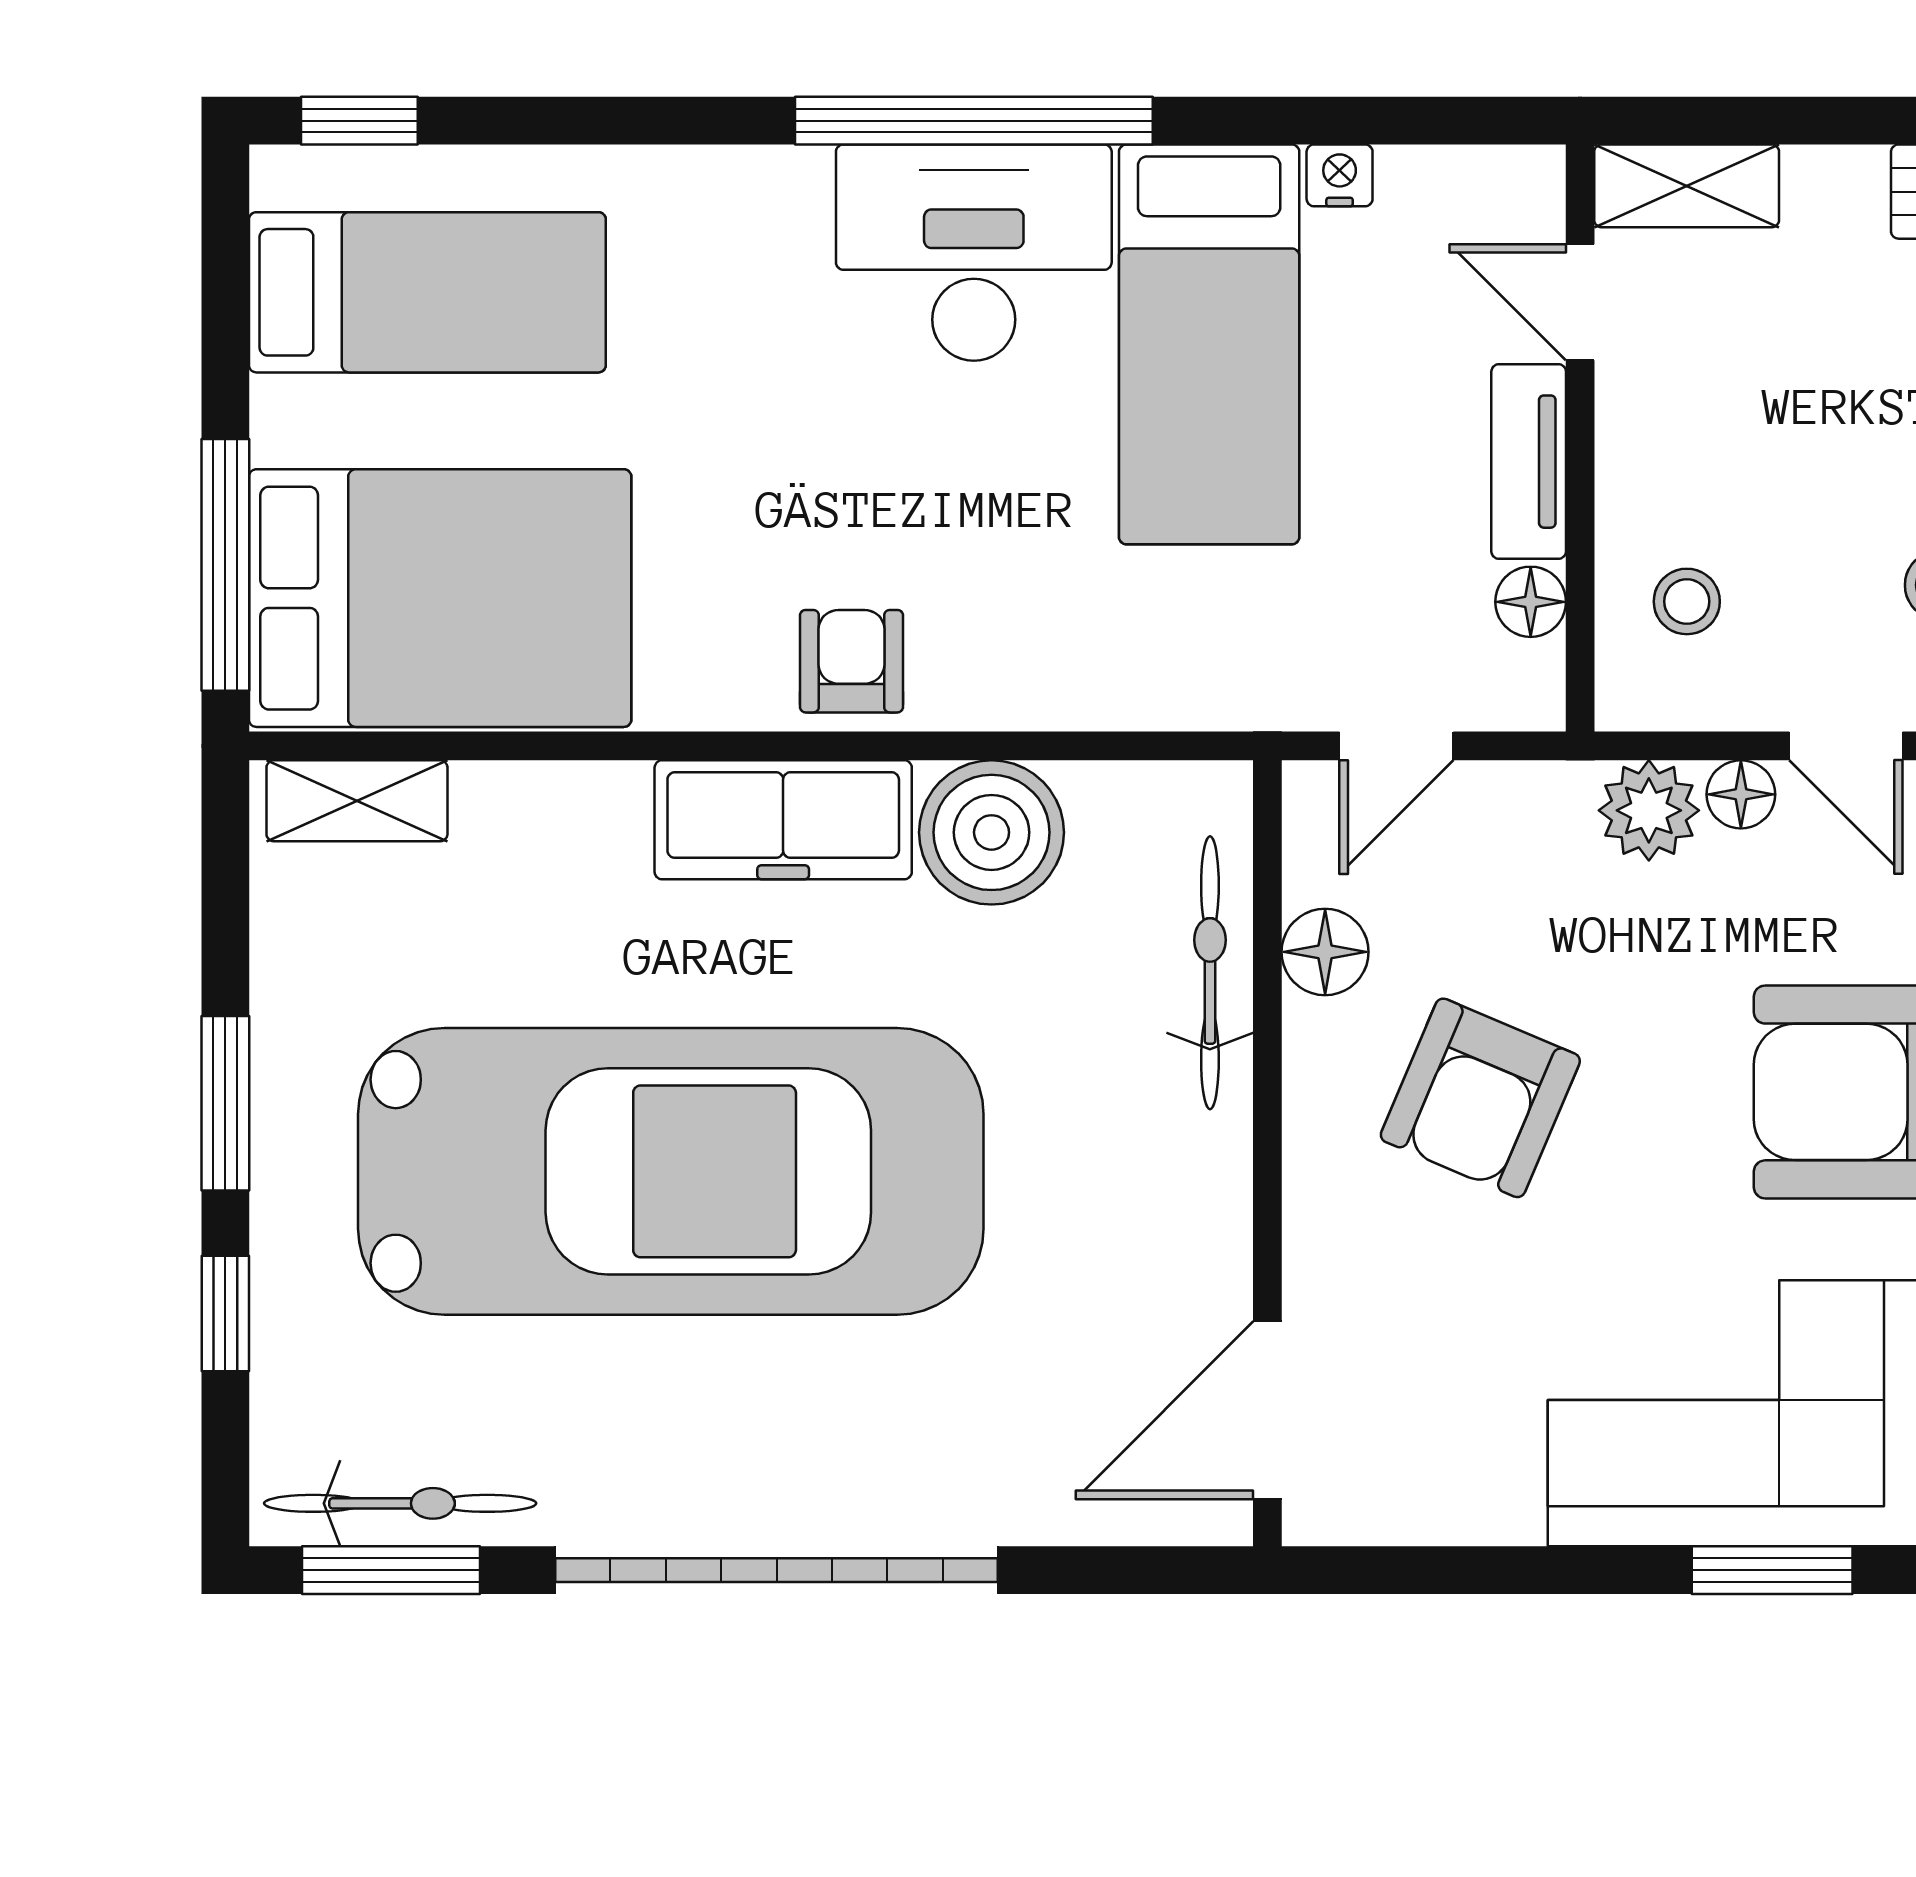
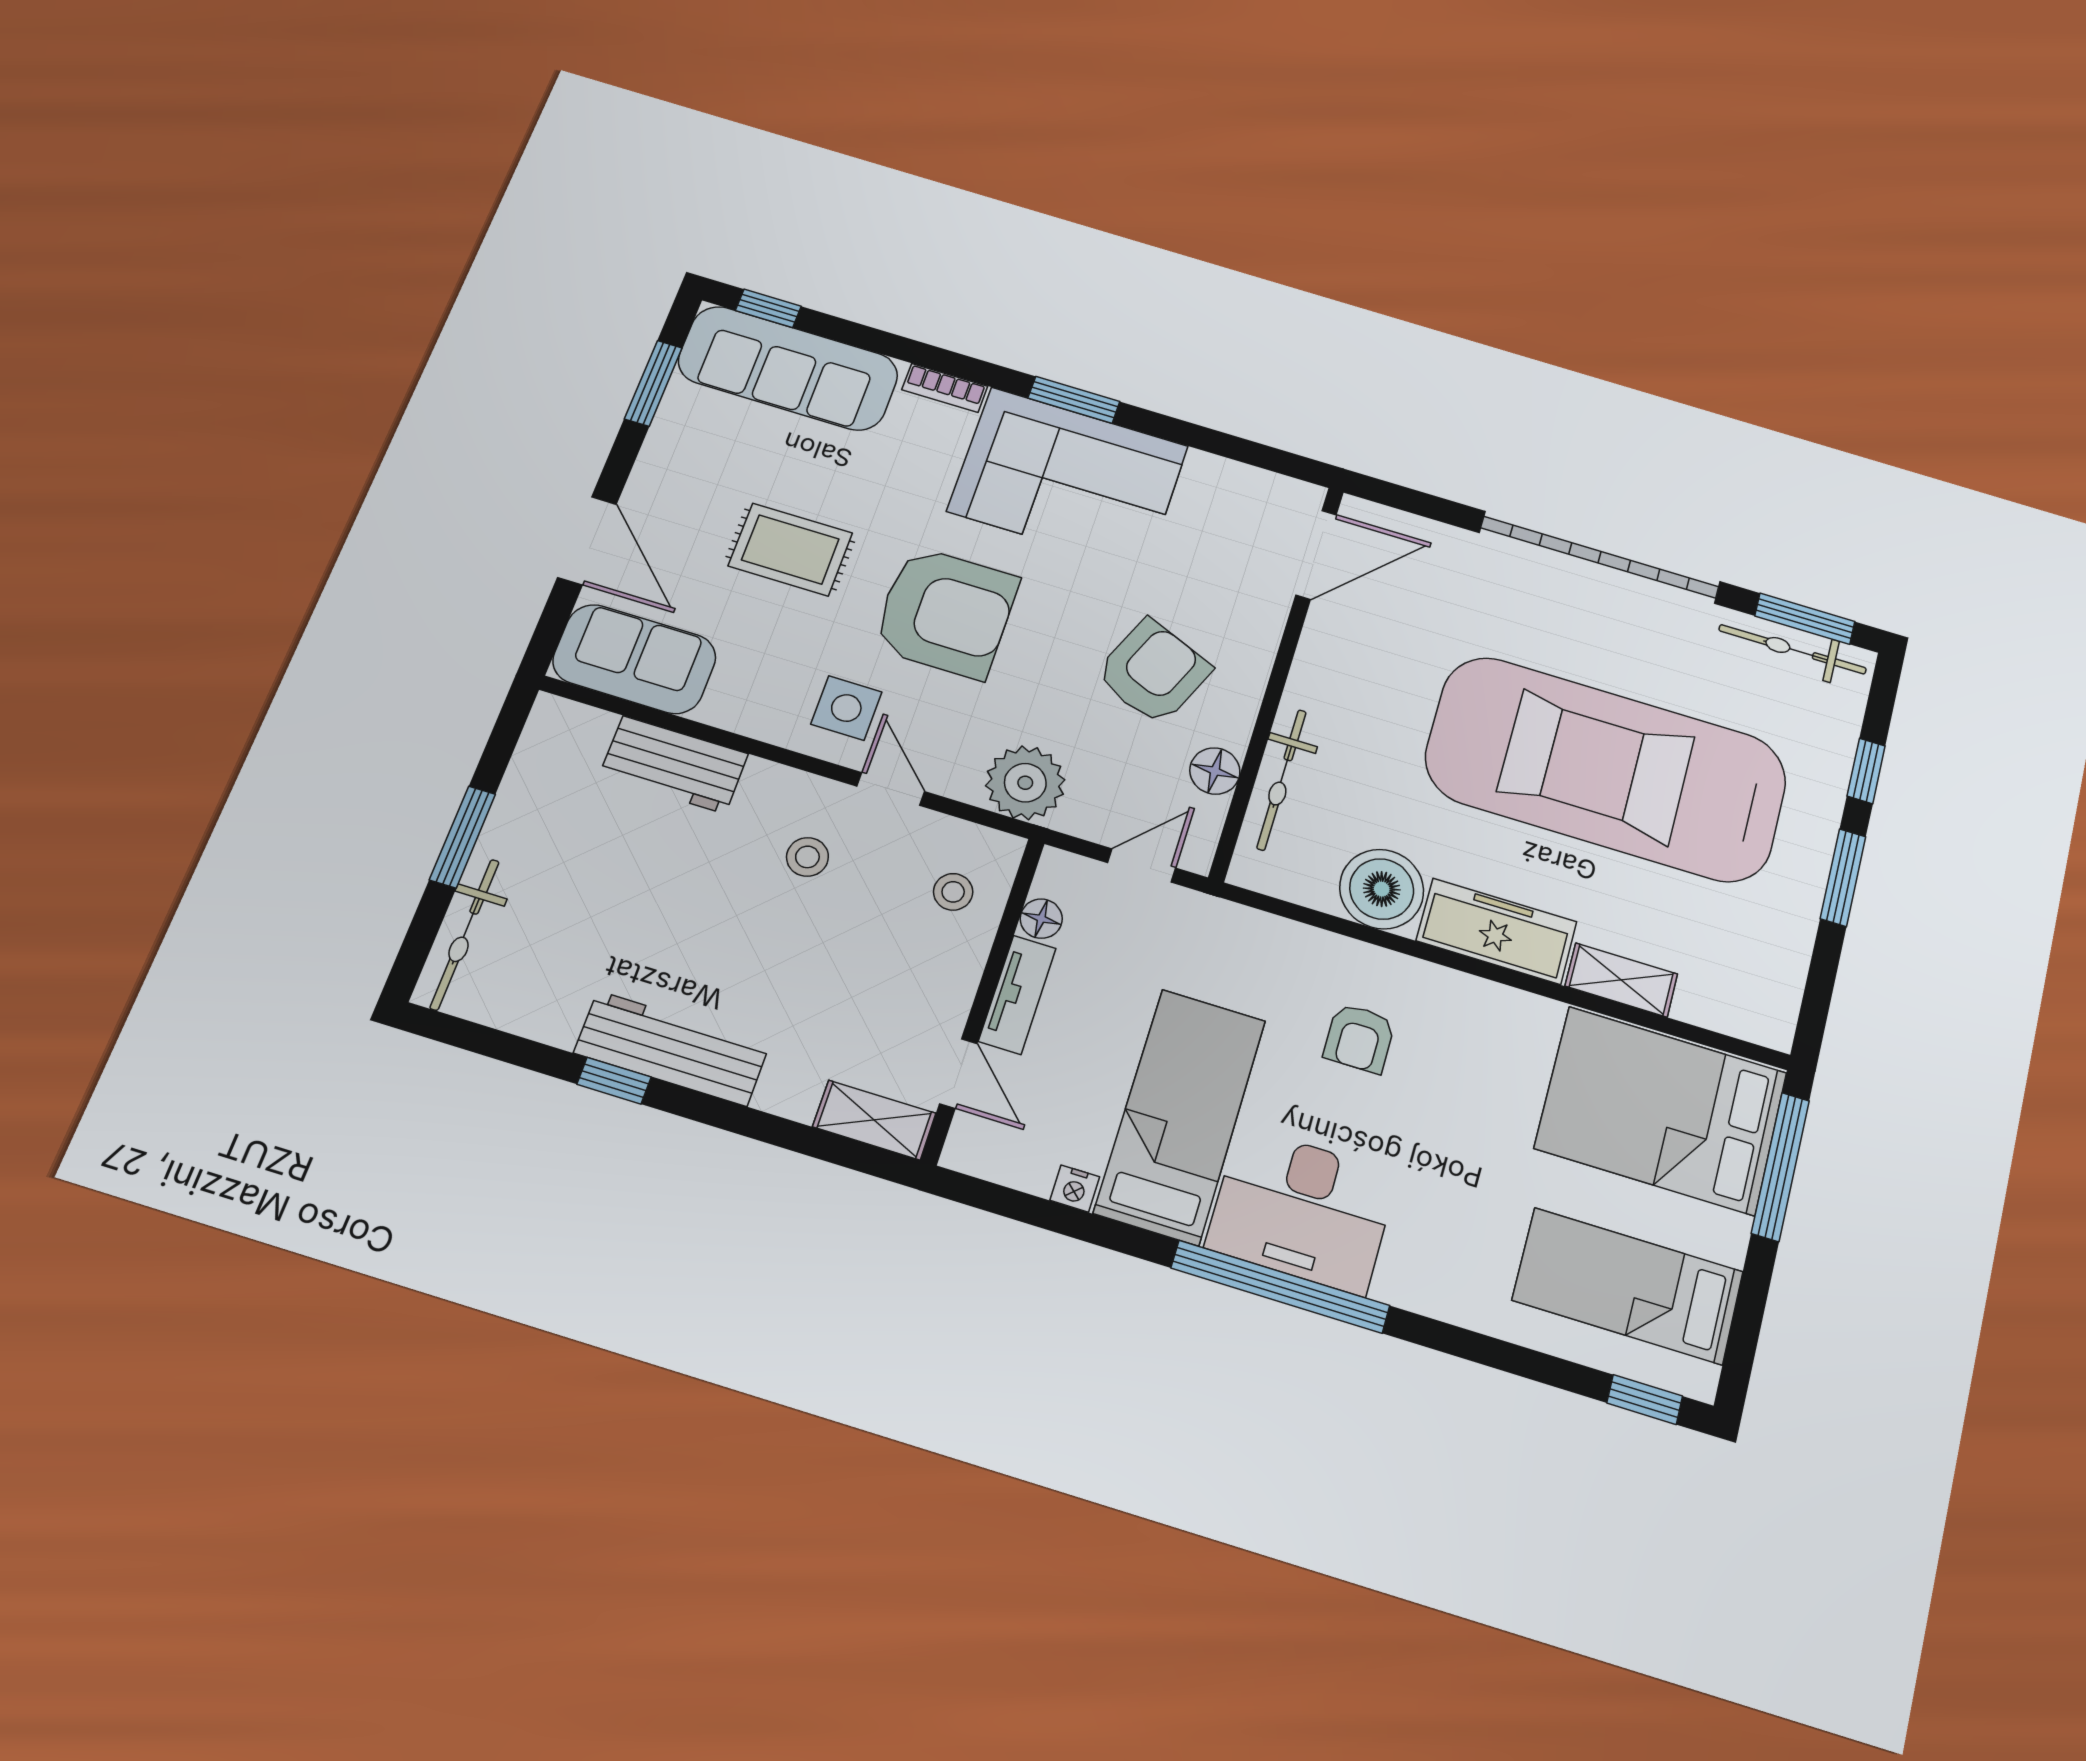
armchair: (851, 661) -> (1359, 1038), moved
floor lamp: (1741, 794) -> (958, 782), removed
shelving: (357, 801) -> (1621, 980), moved
plant: (1649, 810) -> (1025, 783), width x1.36, depth x1.36

